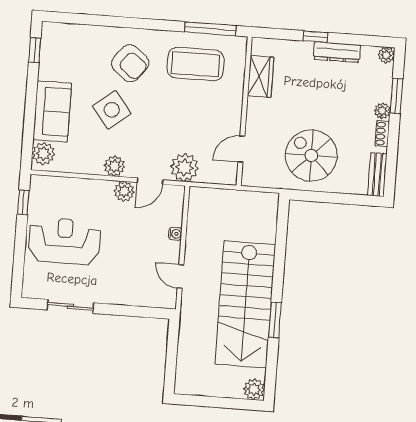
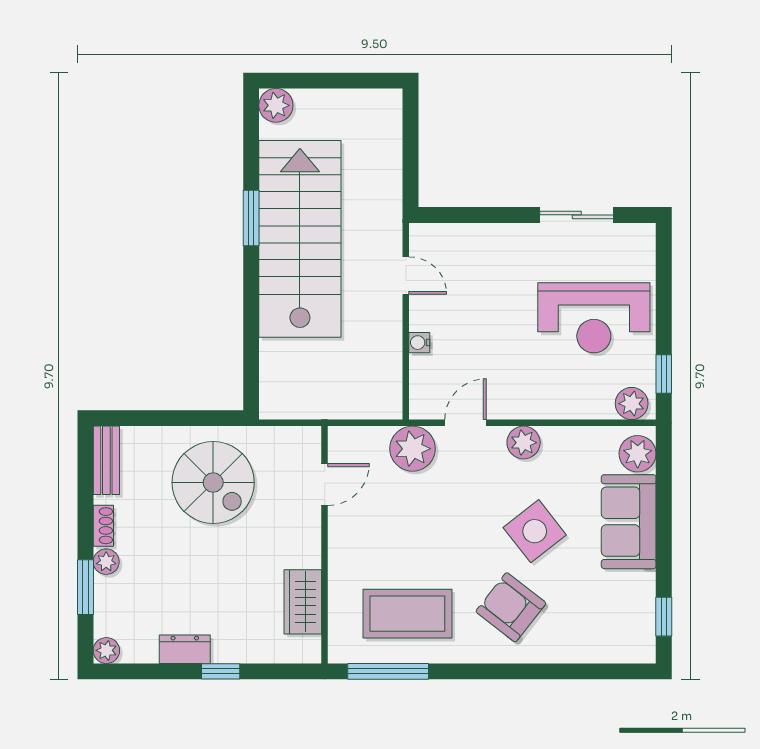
dresser: (337, 52) -> (185, 649), width x0.70
plant: (124, 191) -> (632, 404), moved

